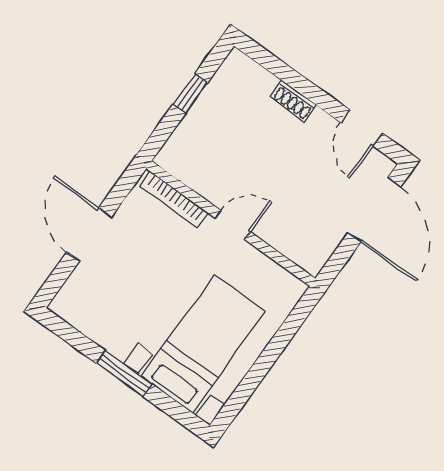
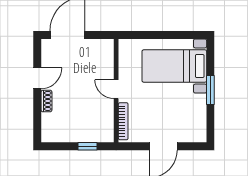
window: (190, 94) -> (88, 146), moved
door: (362, 128) -> (37, 78), moved

